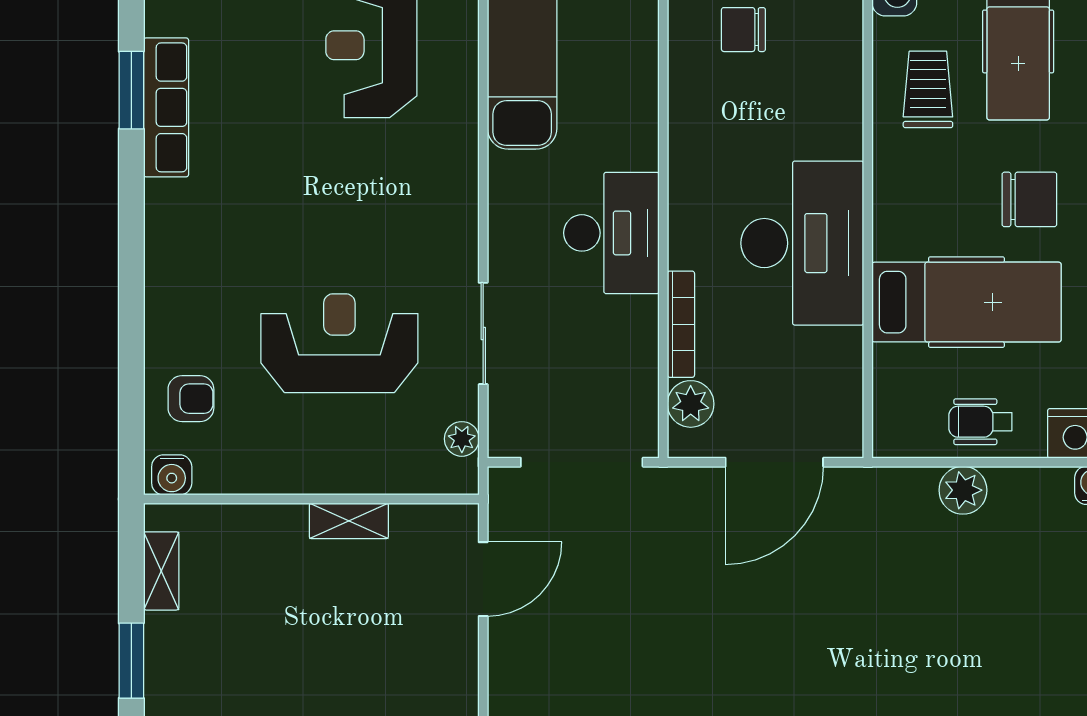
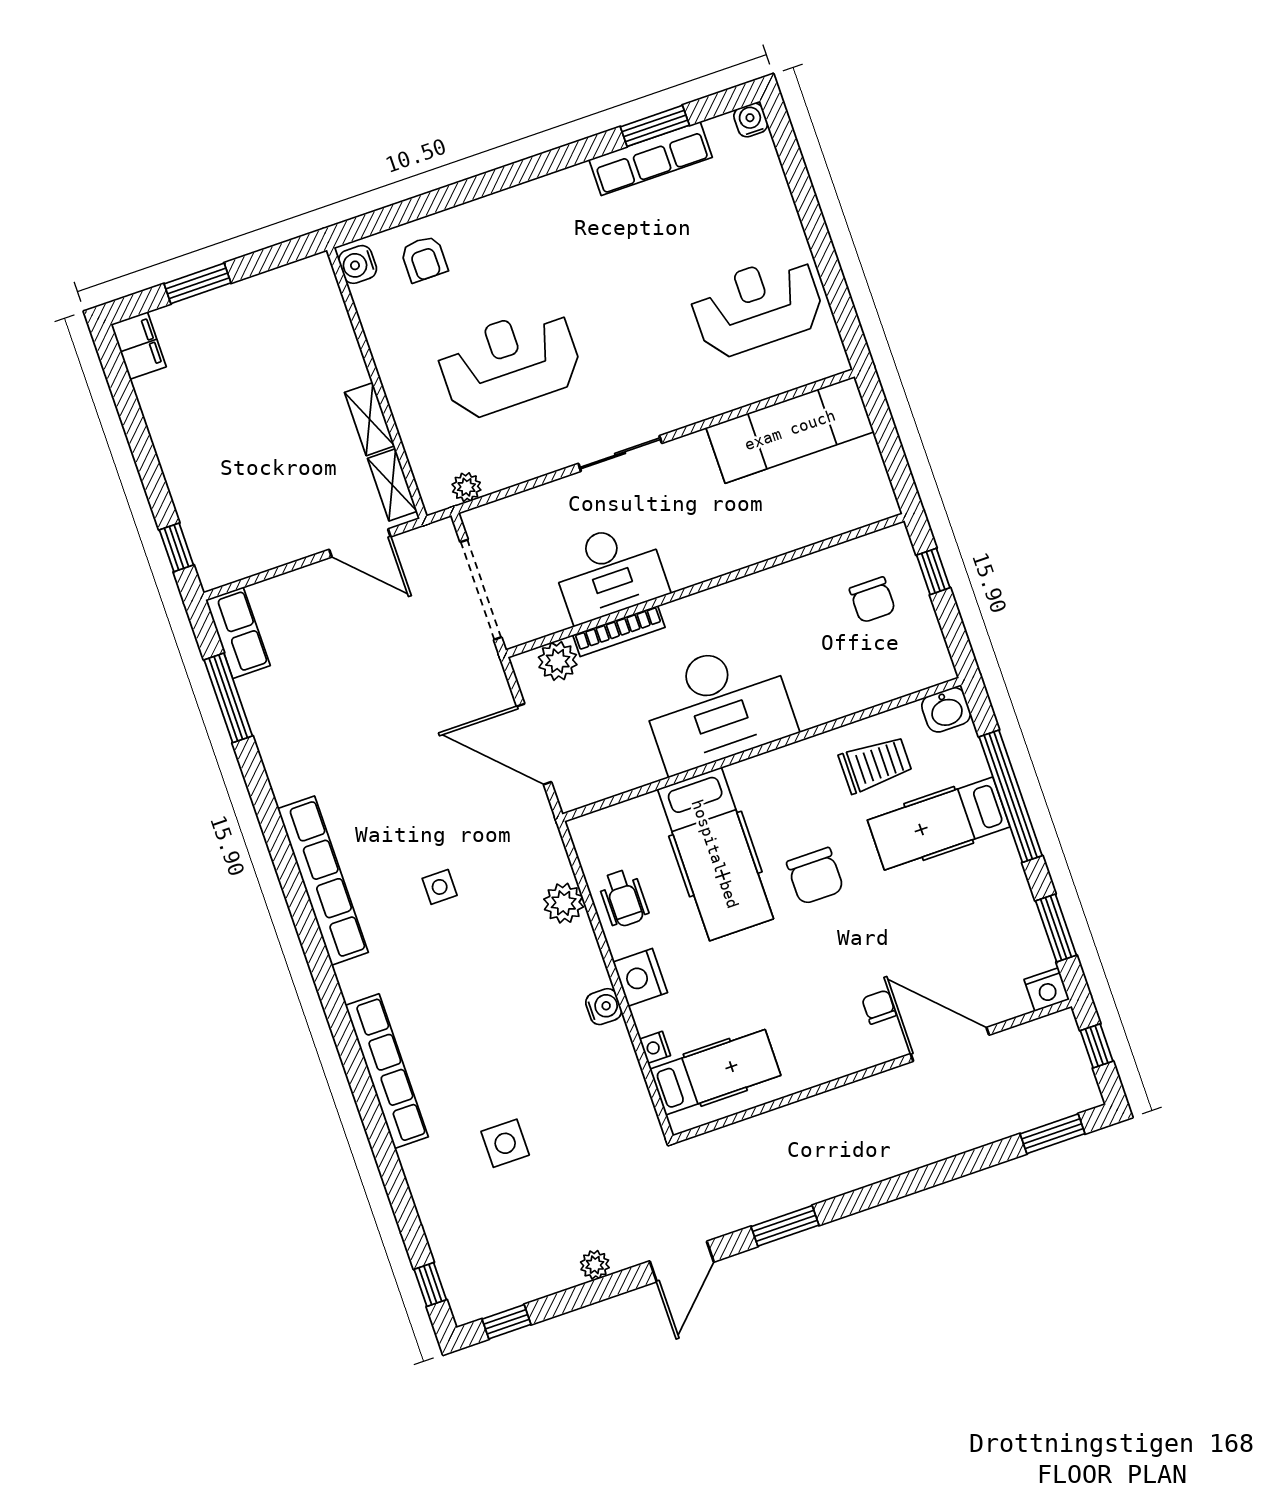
chair: (743, 30) -> (872, 600), turned 180
desk: (611, 233) -> (610, 572), moved
sliding door: (483, 333) -> (620, 453), moved
reception desk: (339, 343) -> (509, 363), turned -90
wheelchair: (980, 422) -> (623, 898), turned 180
shelving: (161, 571) -> (392, 485), moved, turned 90
side table: (897, 622) -> (440, 887), added

